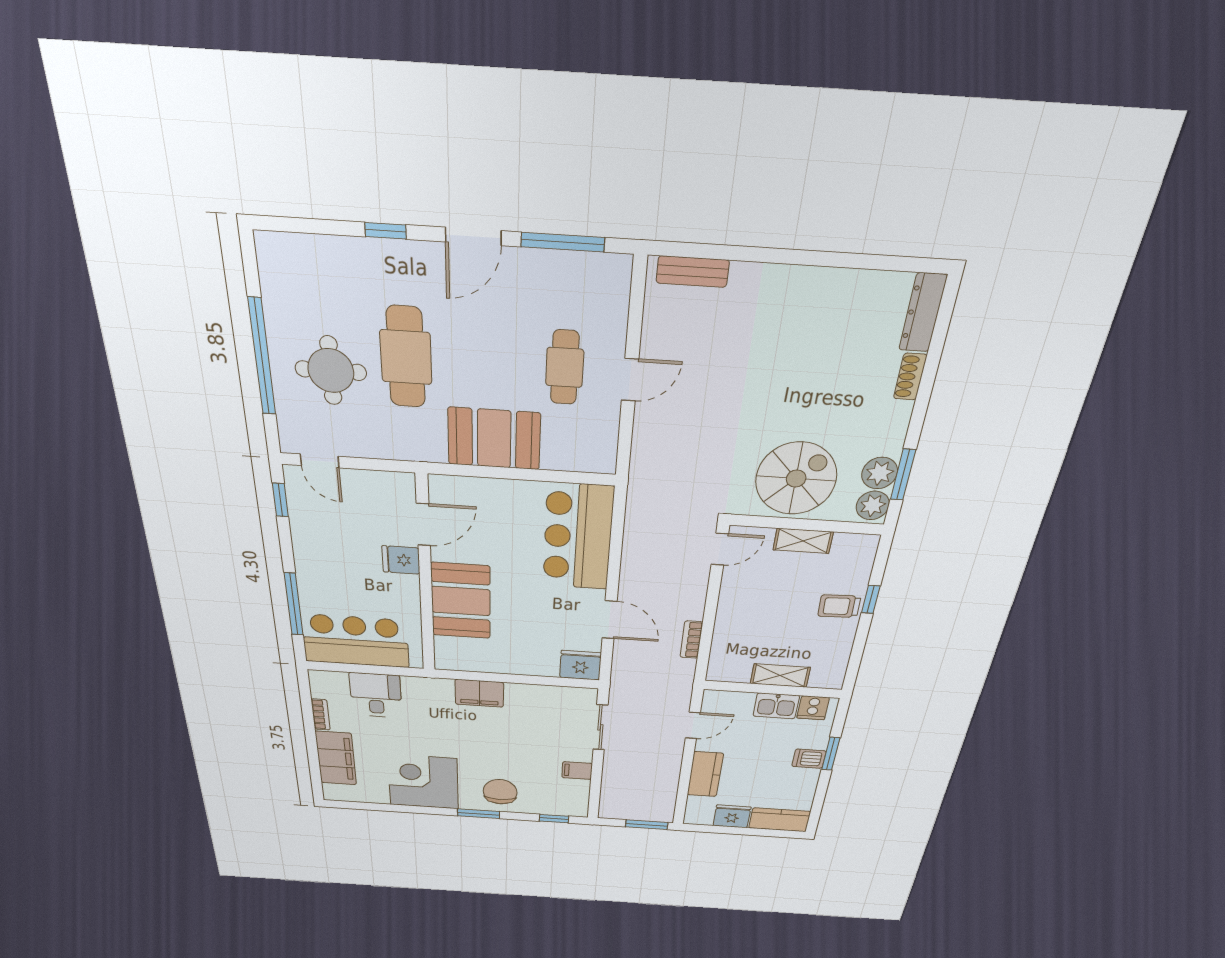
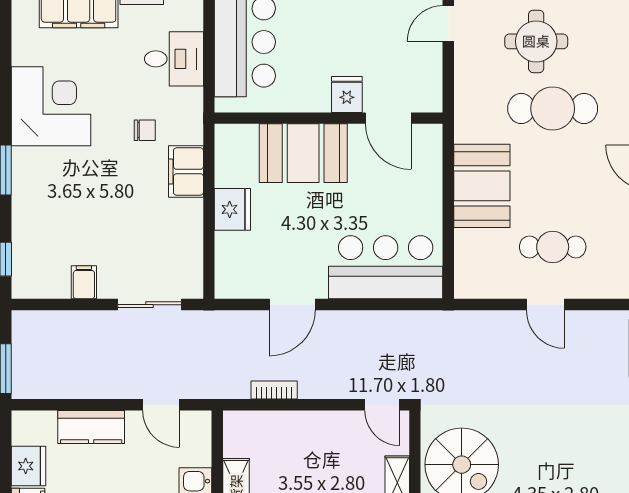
fridge: (580, 665) -> (232, 209), moved
chair: (500, 792) -> (145, 130), moved, width x0.54, depth x0.54

